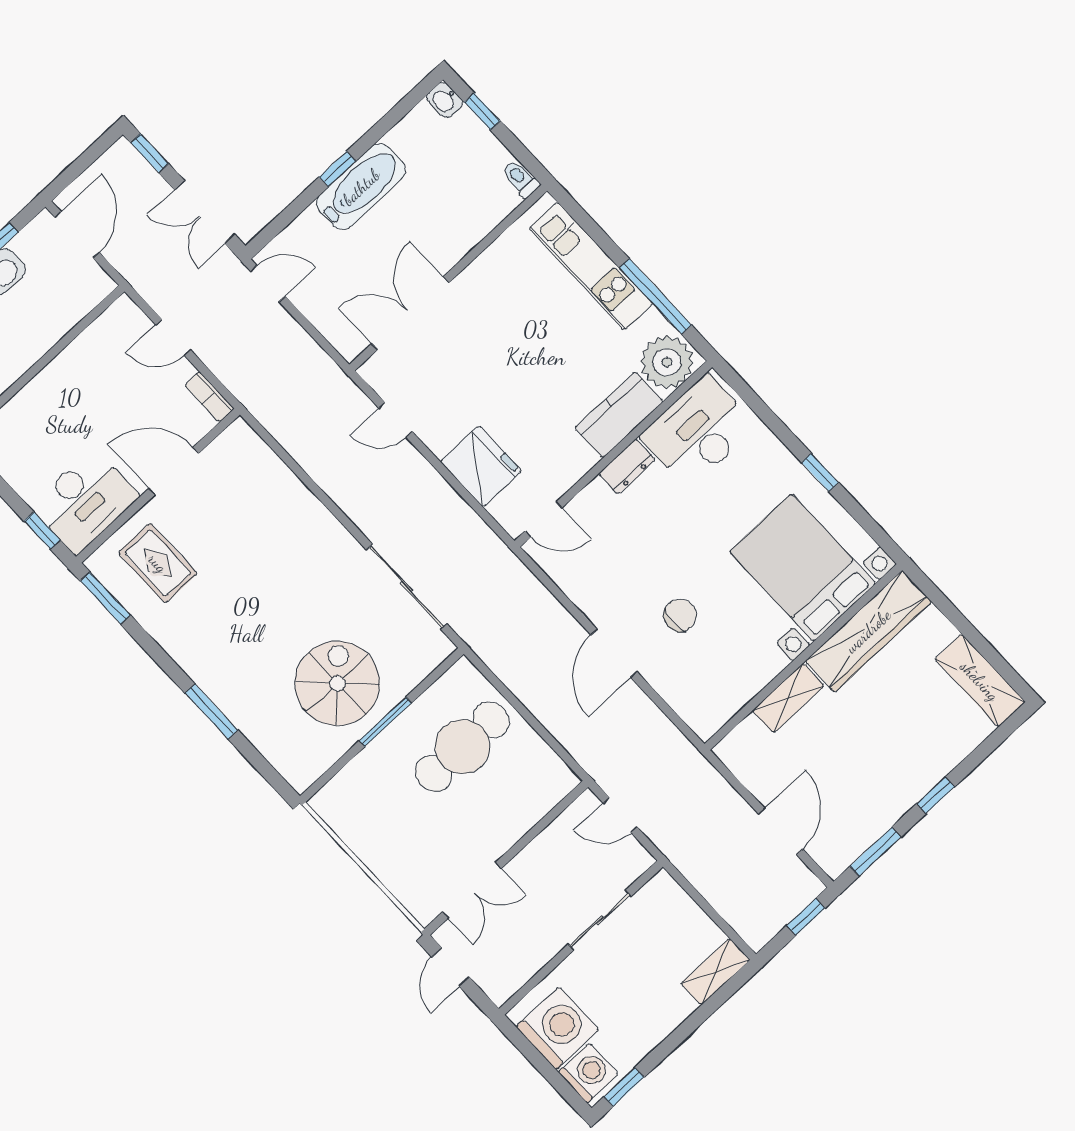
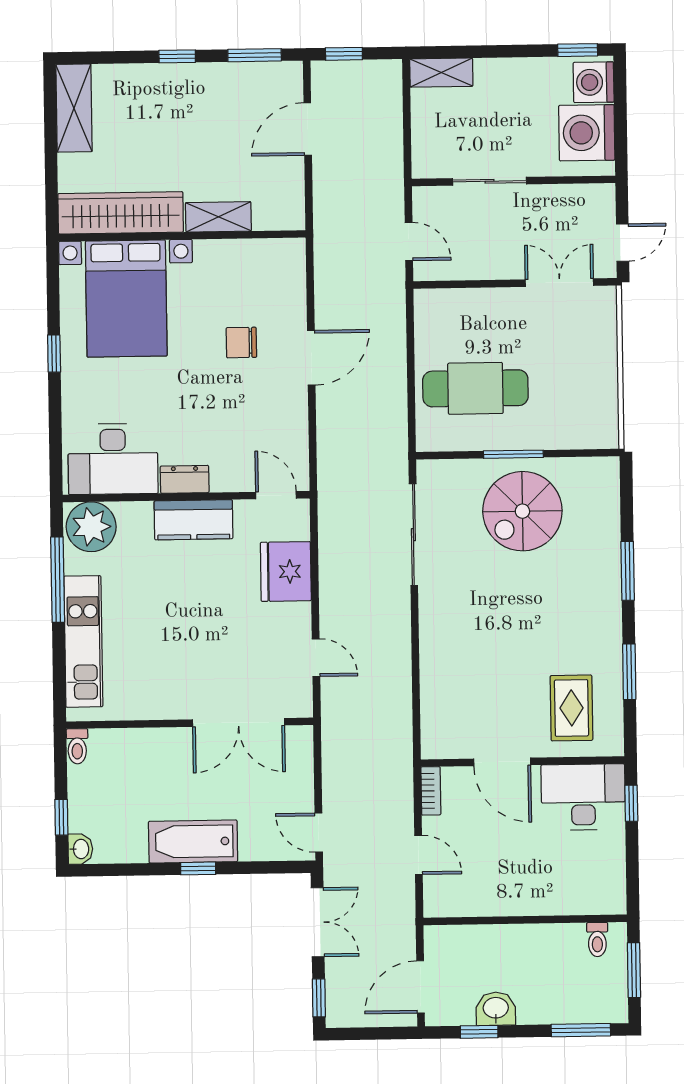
kitchen counter: (619, 415) -> (193, 520), moved
window: (105, 598) -> (629, 672), moved

